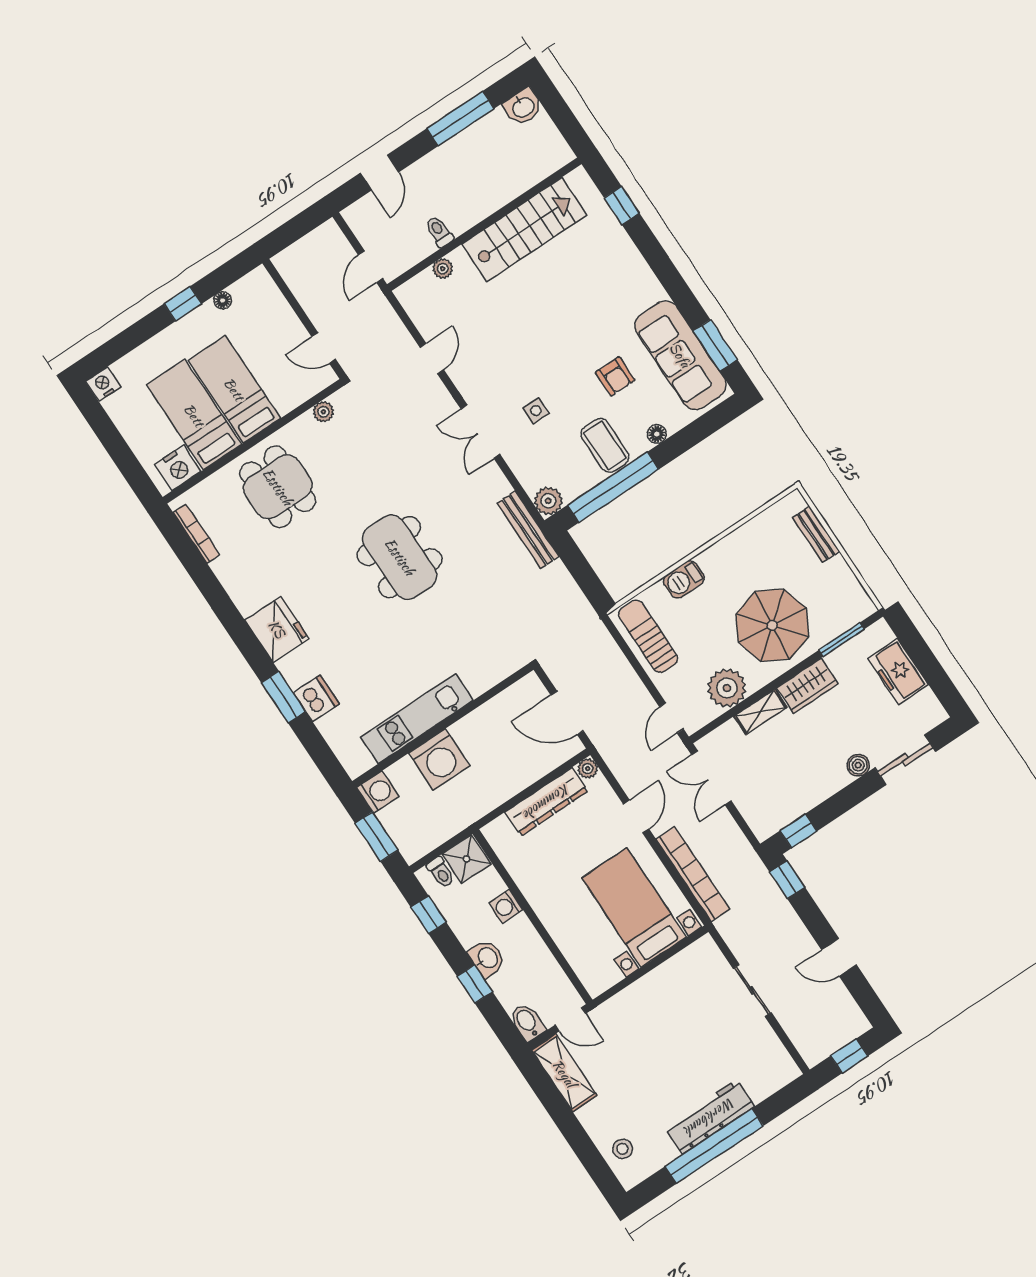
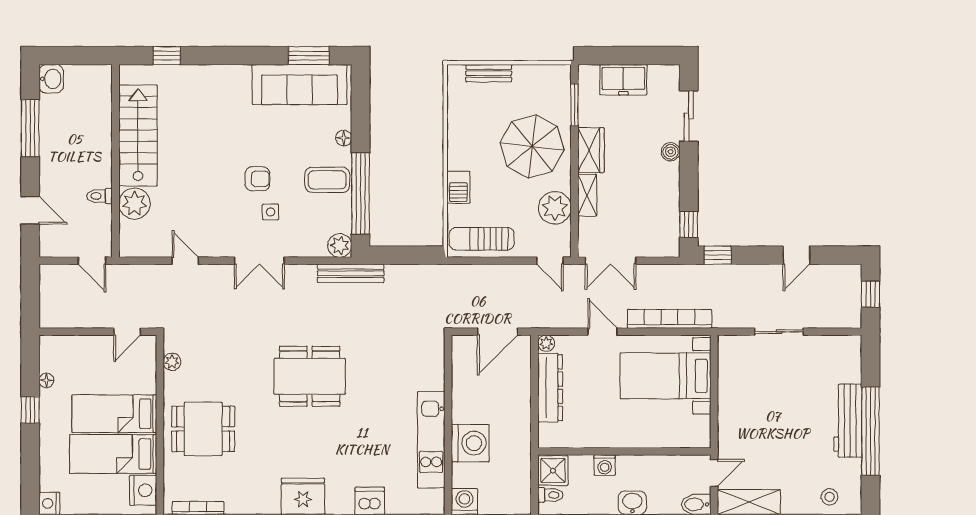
plant: (443, 269) -> (135, 204), width x1.87, depth x1.87
armchair: (615, 376) -> (257, 179), moved

